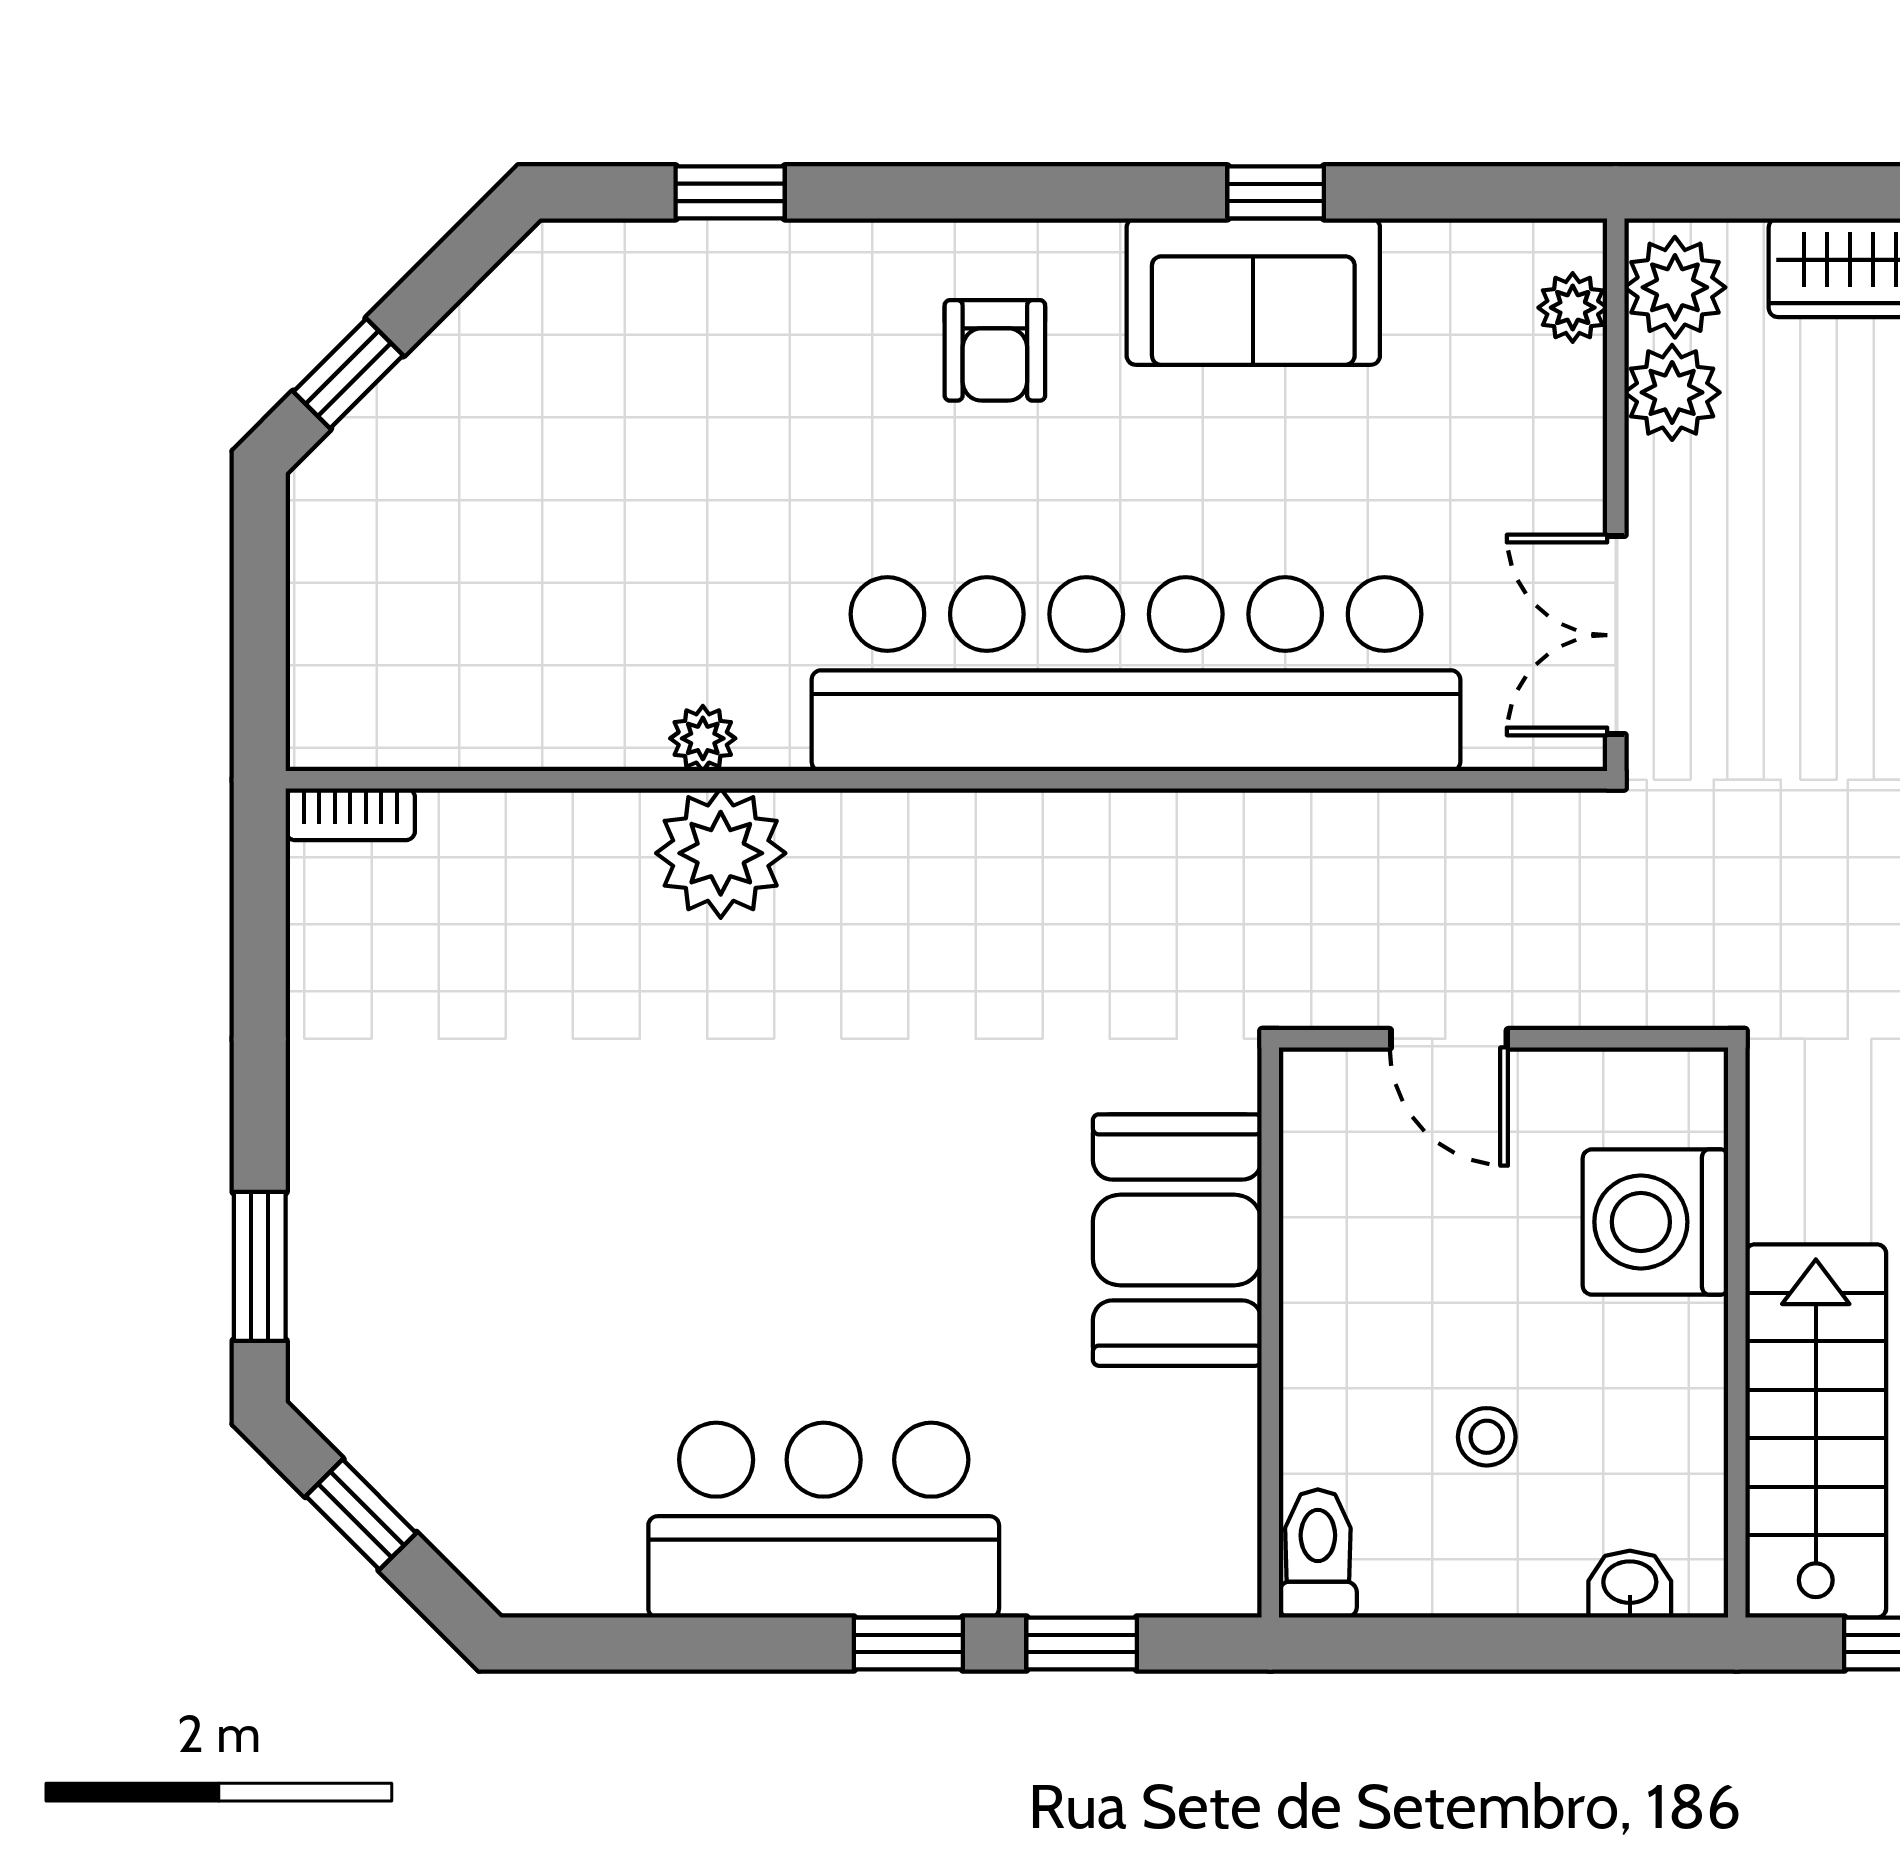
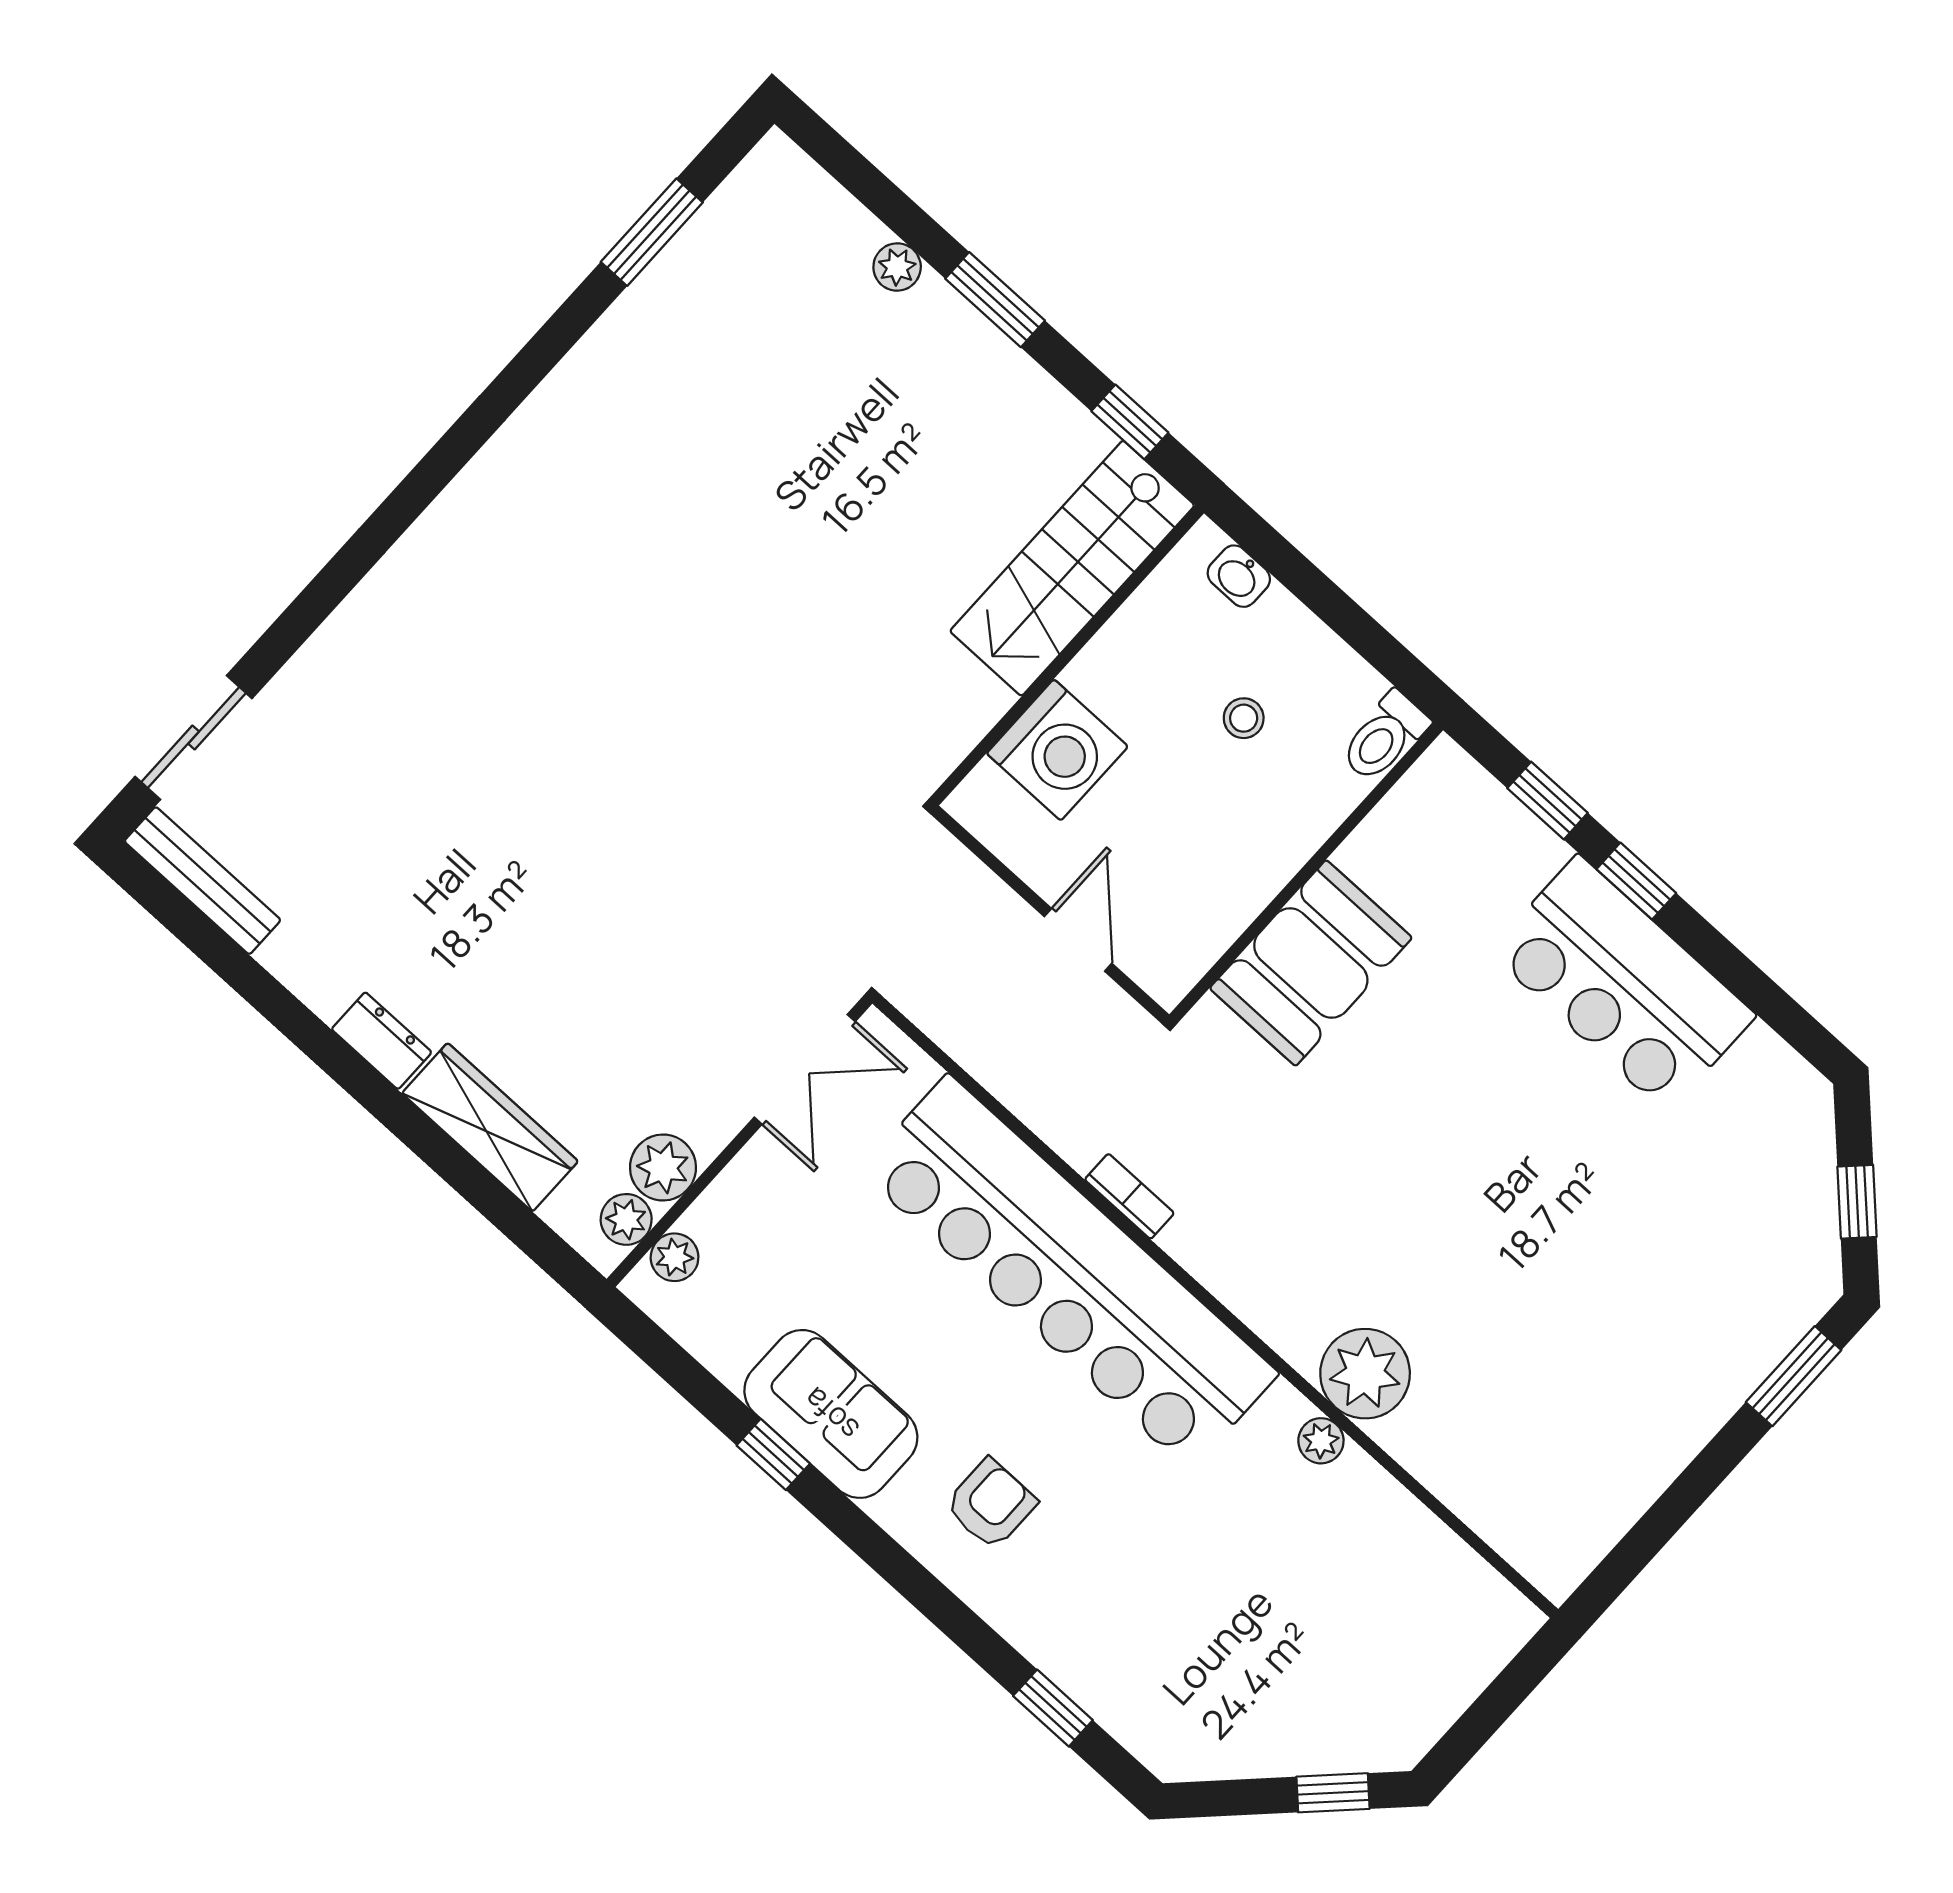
plant: (1675, 287) -> (626, 1219), width x0.73, depth x0.73
bookcase: (350, 814) -> (1129, 1196), moved

